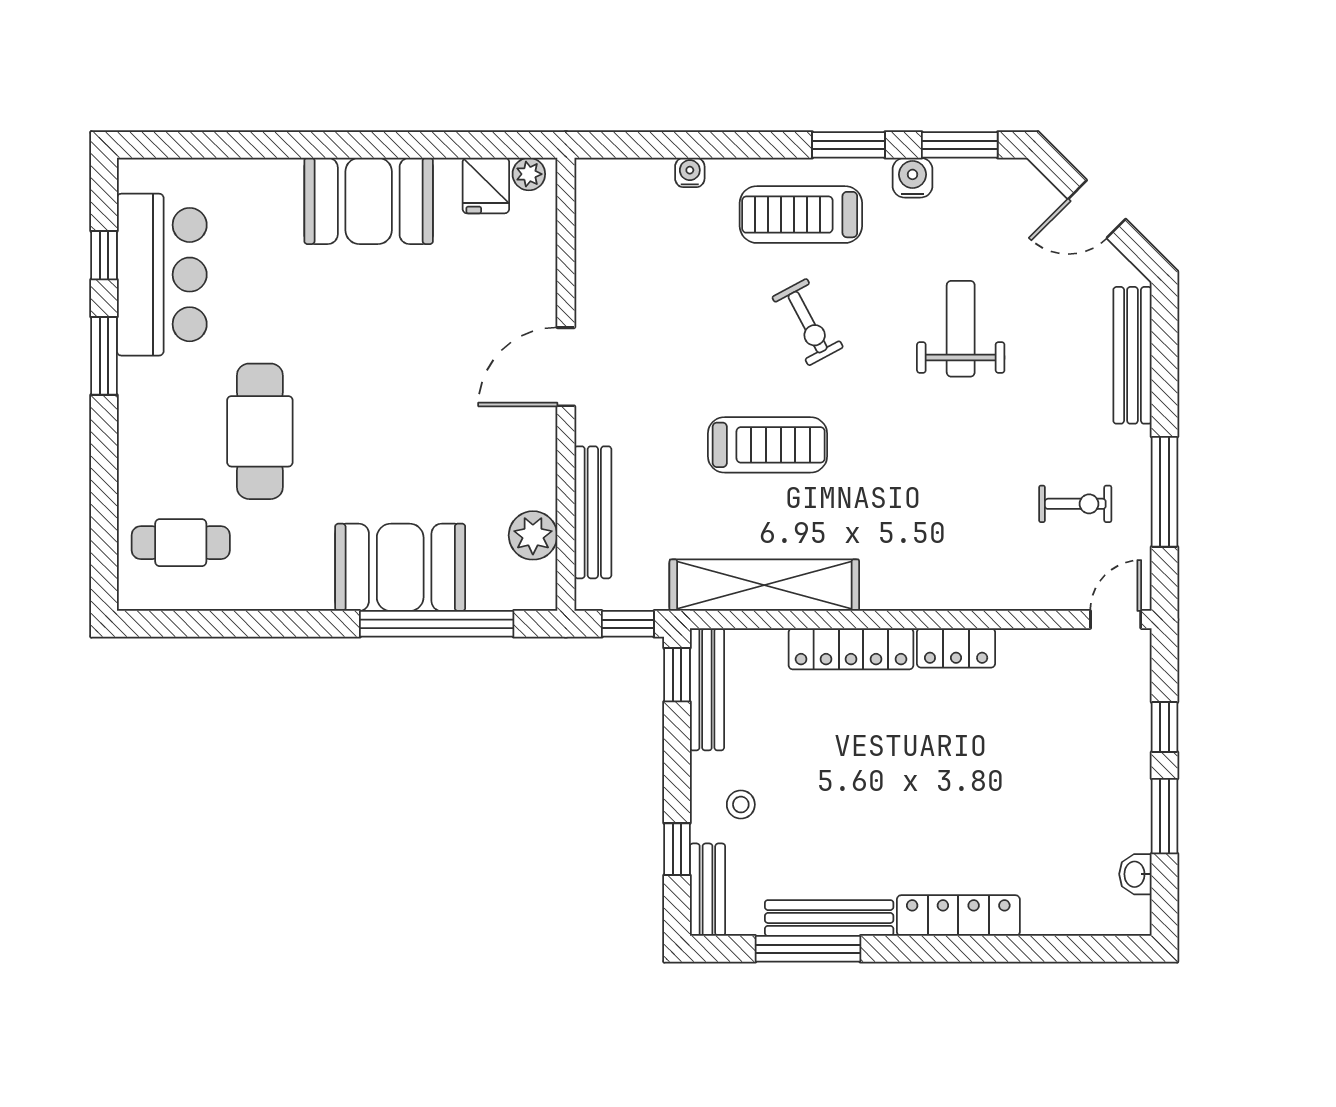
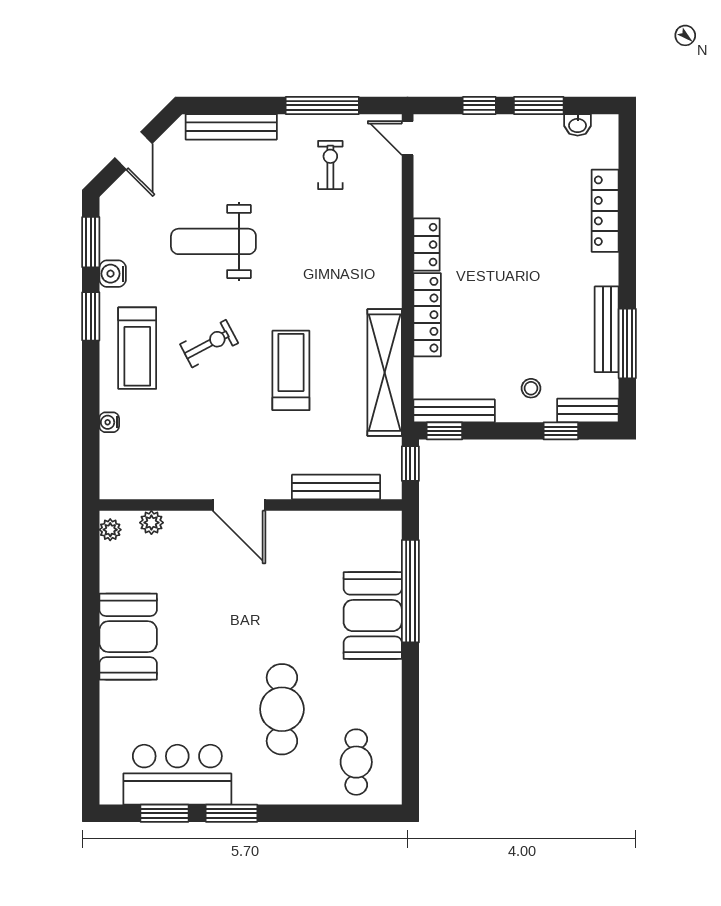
fridge: (486, 186) -> (118, 558), removed
window: (104, 255) -> (164, 813), width x1.50
weight bench: (961, 329) -> (213, 241), width x1.36, depth x1.33
cafe table: (260, 431) -> (282, 709), turned 90
plant: (533, 535) -> (151, 523), moved, width x0.73, depth x0.73
locker: (958, 916) -> (605, 211), moved

